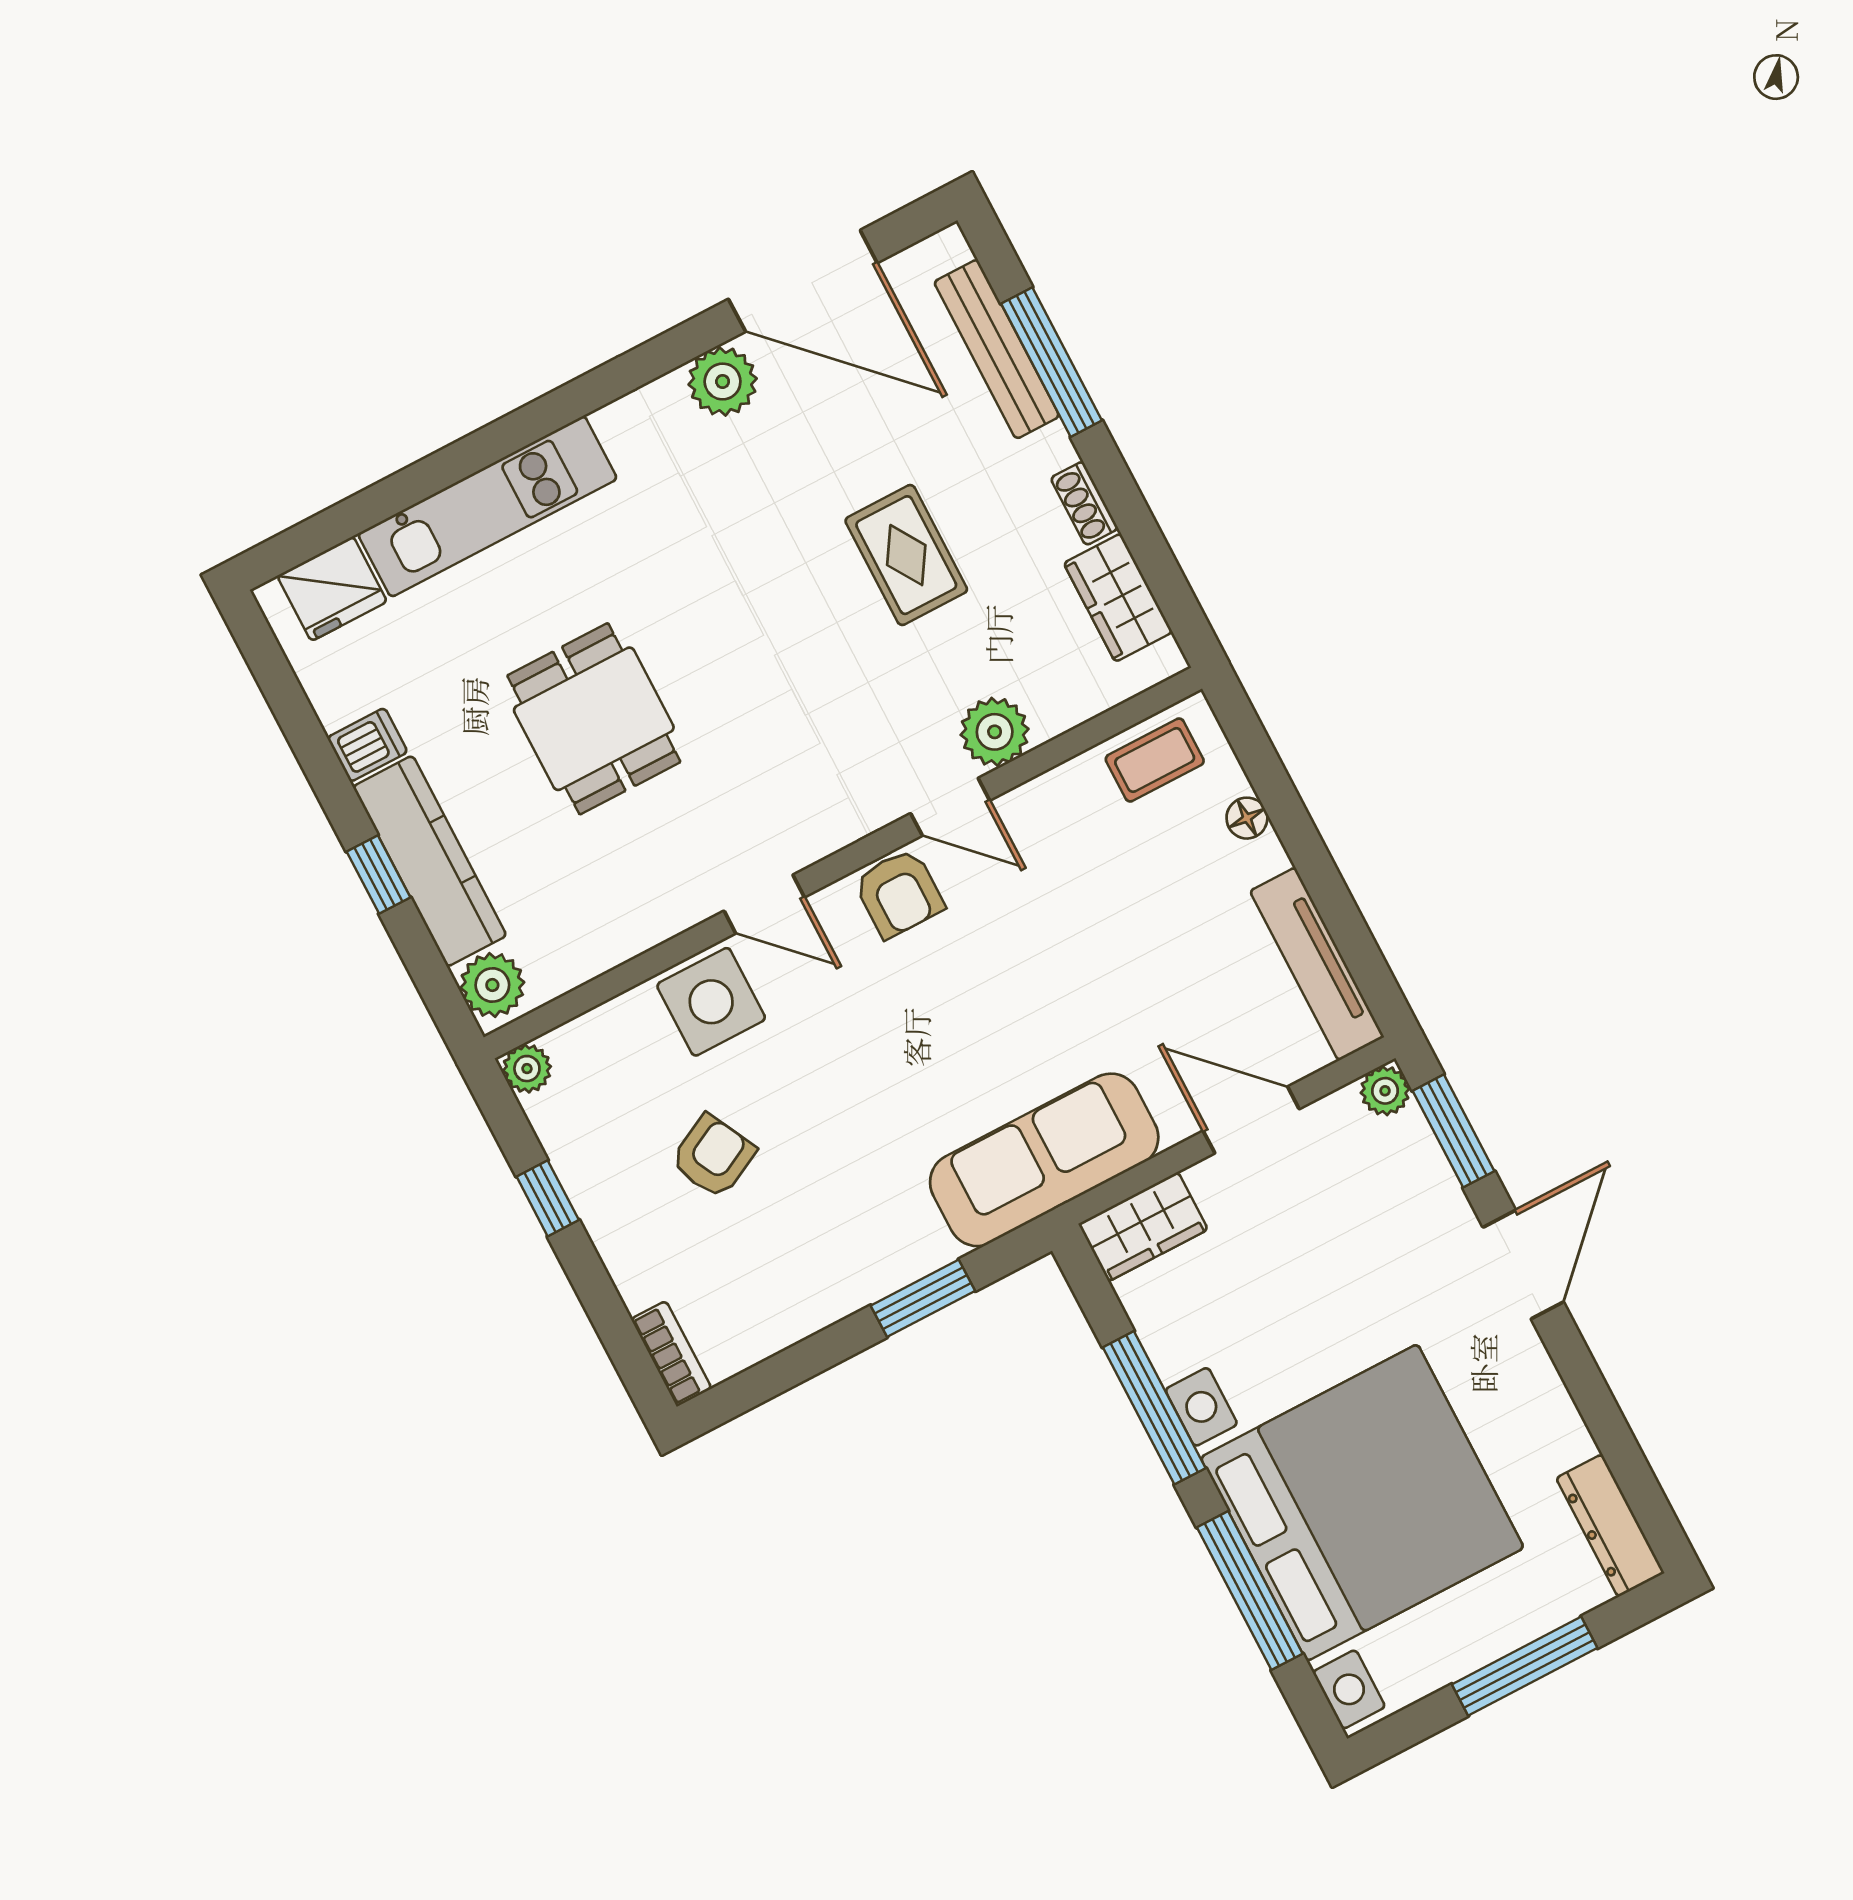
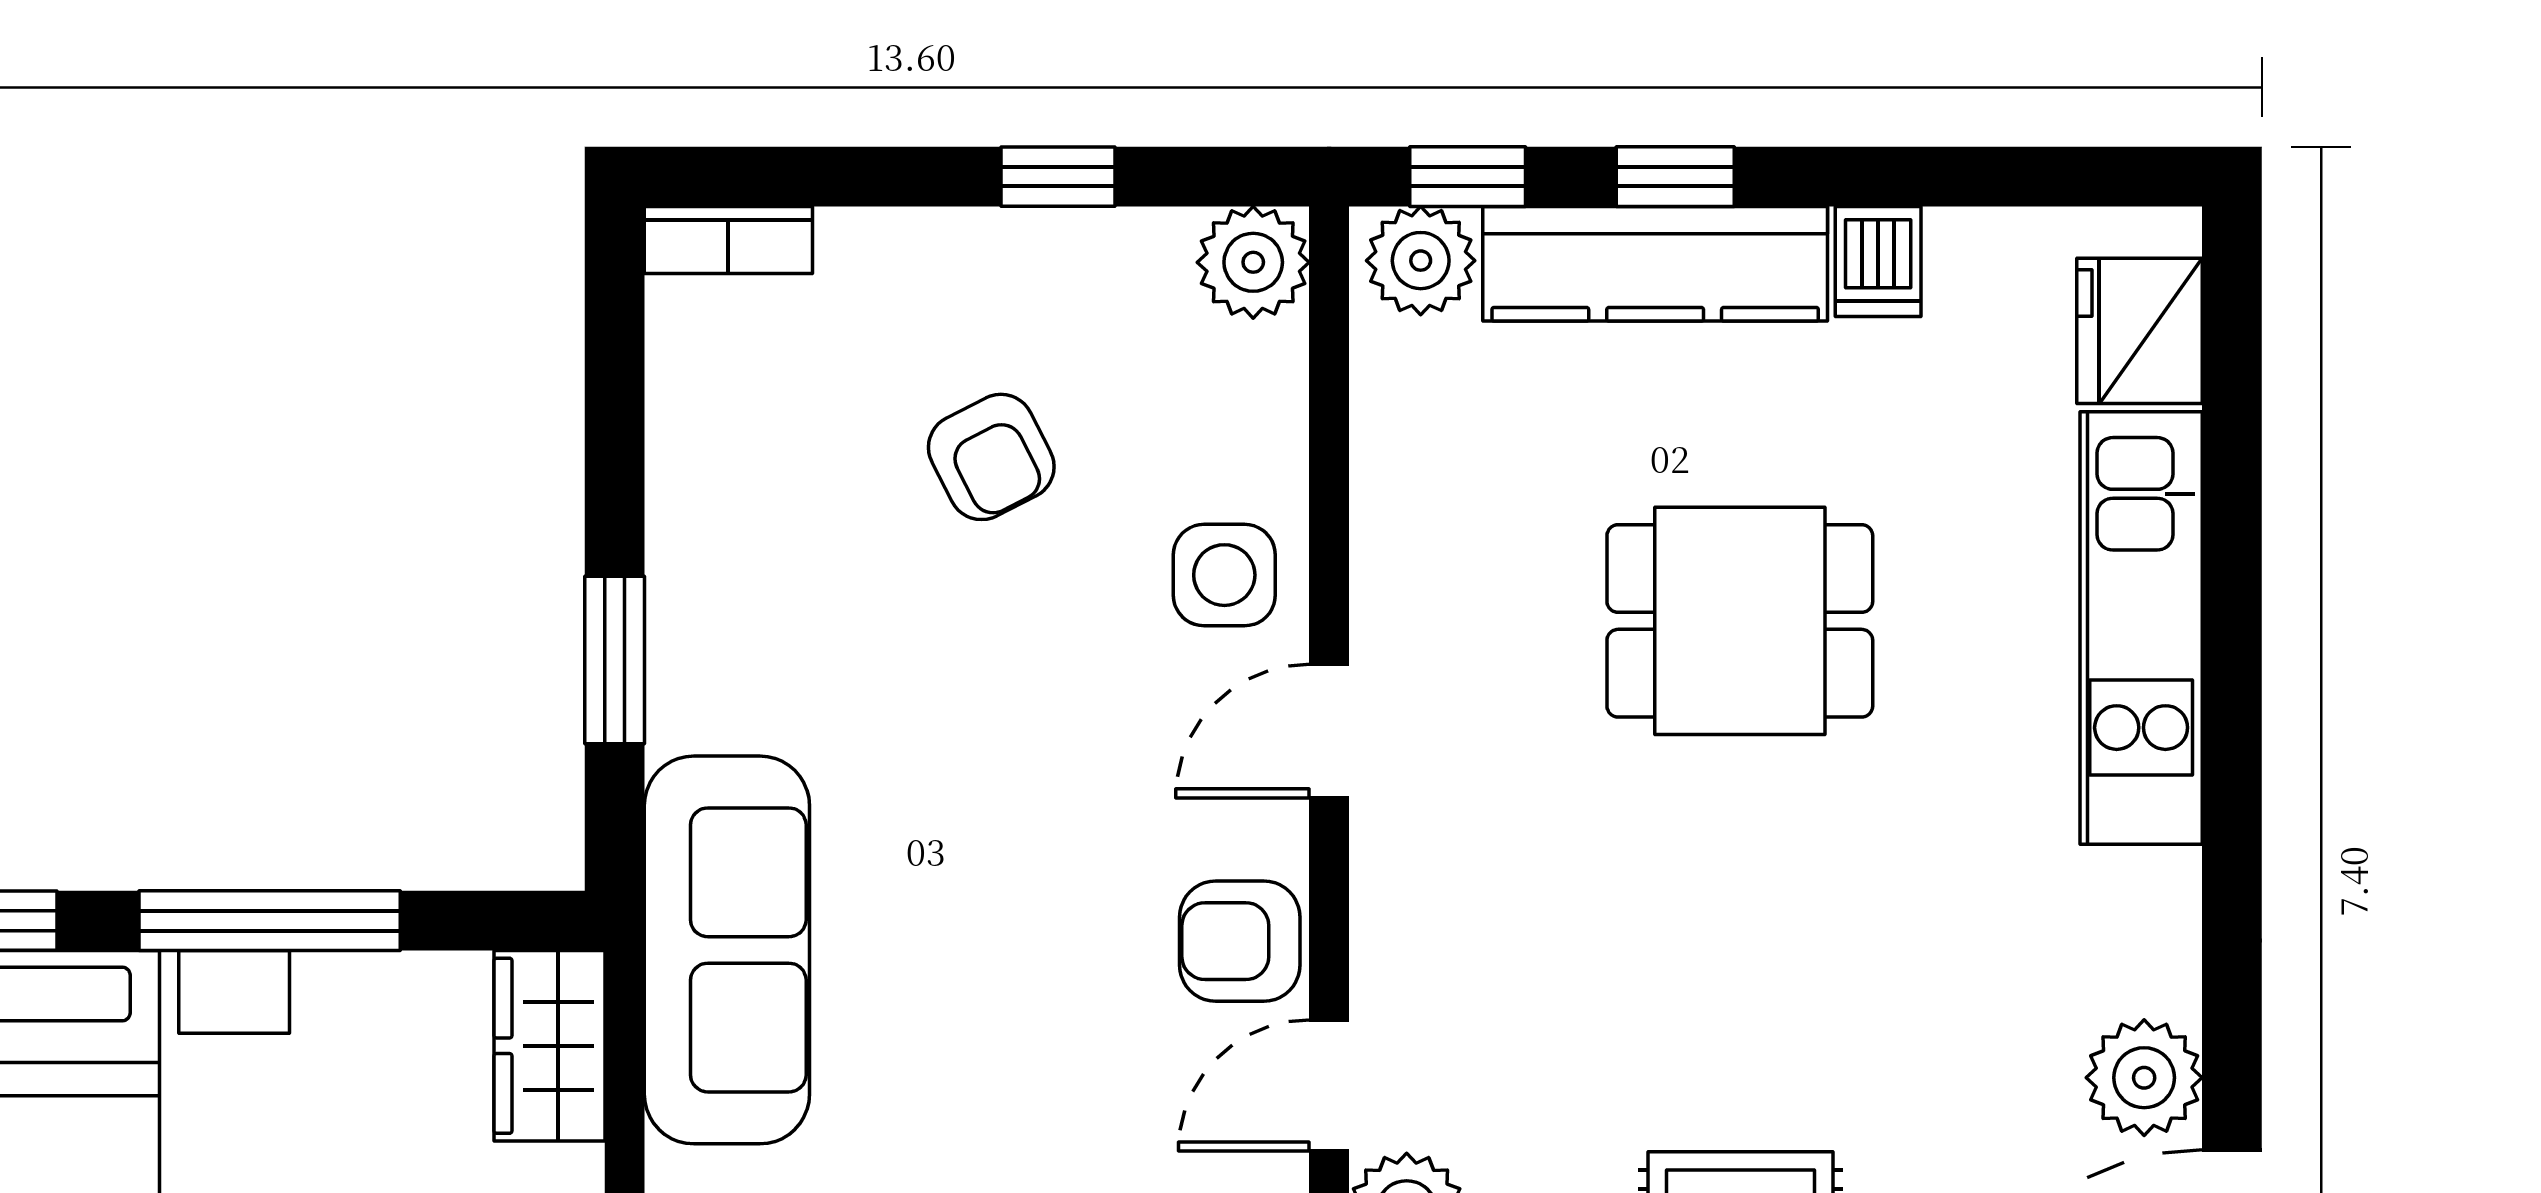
window: (435, 983) -> (1468, 177), added
side table: (711, 1002) -> (1224, 575), width x0.73, depth x0.73
plant: (527, 1069) -> (1253, 262), width x1.38, depth x1.38

